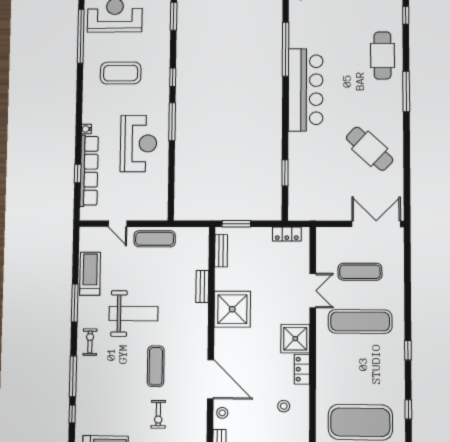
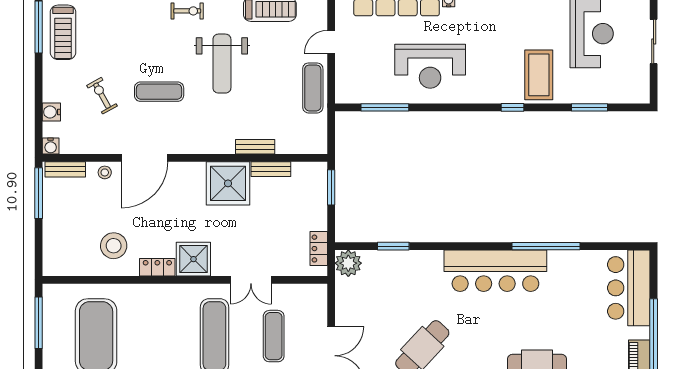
coffee table: (121, 73) -> (539, 75), moved
window: (172, 122) -> (385, 107), moved
plant: (299, 210) -> (348, 263), added
bench: (221, 251) -> (271, 169), moved
stool: (284, 406) -> (114, 246), width x1.89, depth x1.89
exercise bike: (158, 414) -> (102, 96), turned 61

